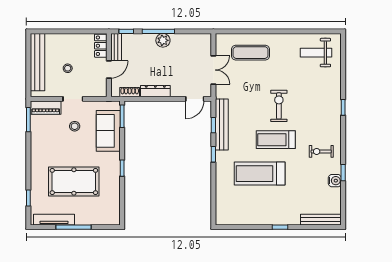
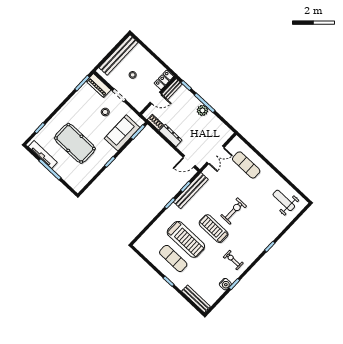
treadmill: (260, 174) -> (186, 239), turned 180
exercise mat: (264, 202) -> (173, 258), added

